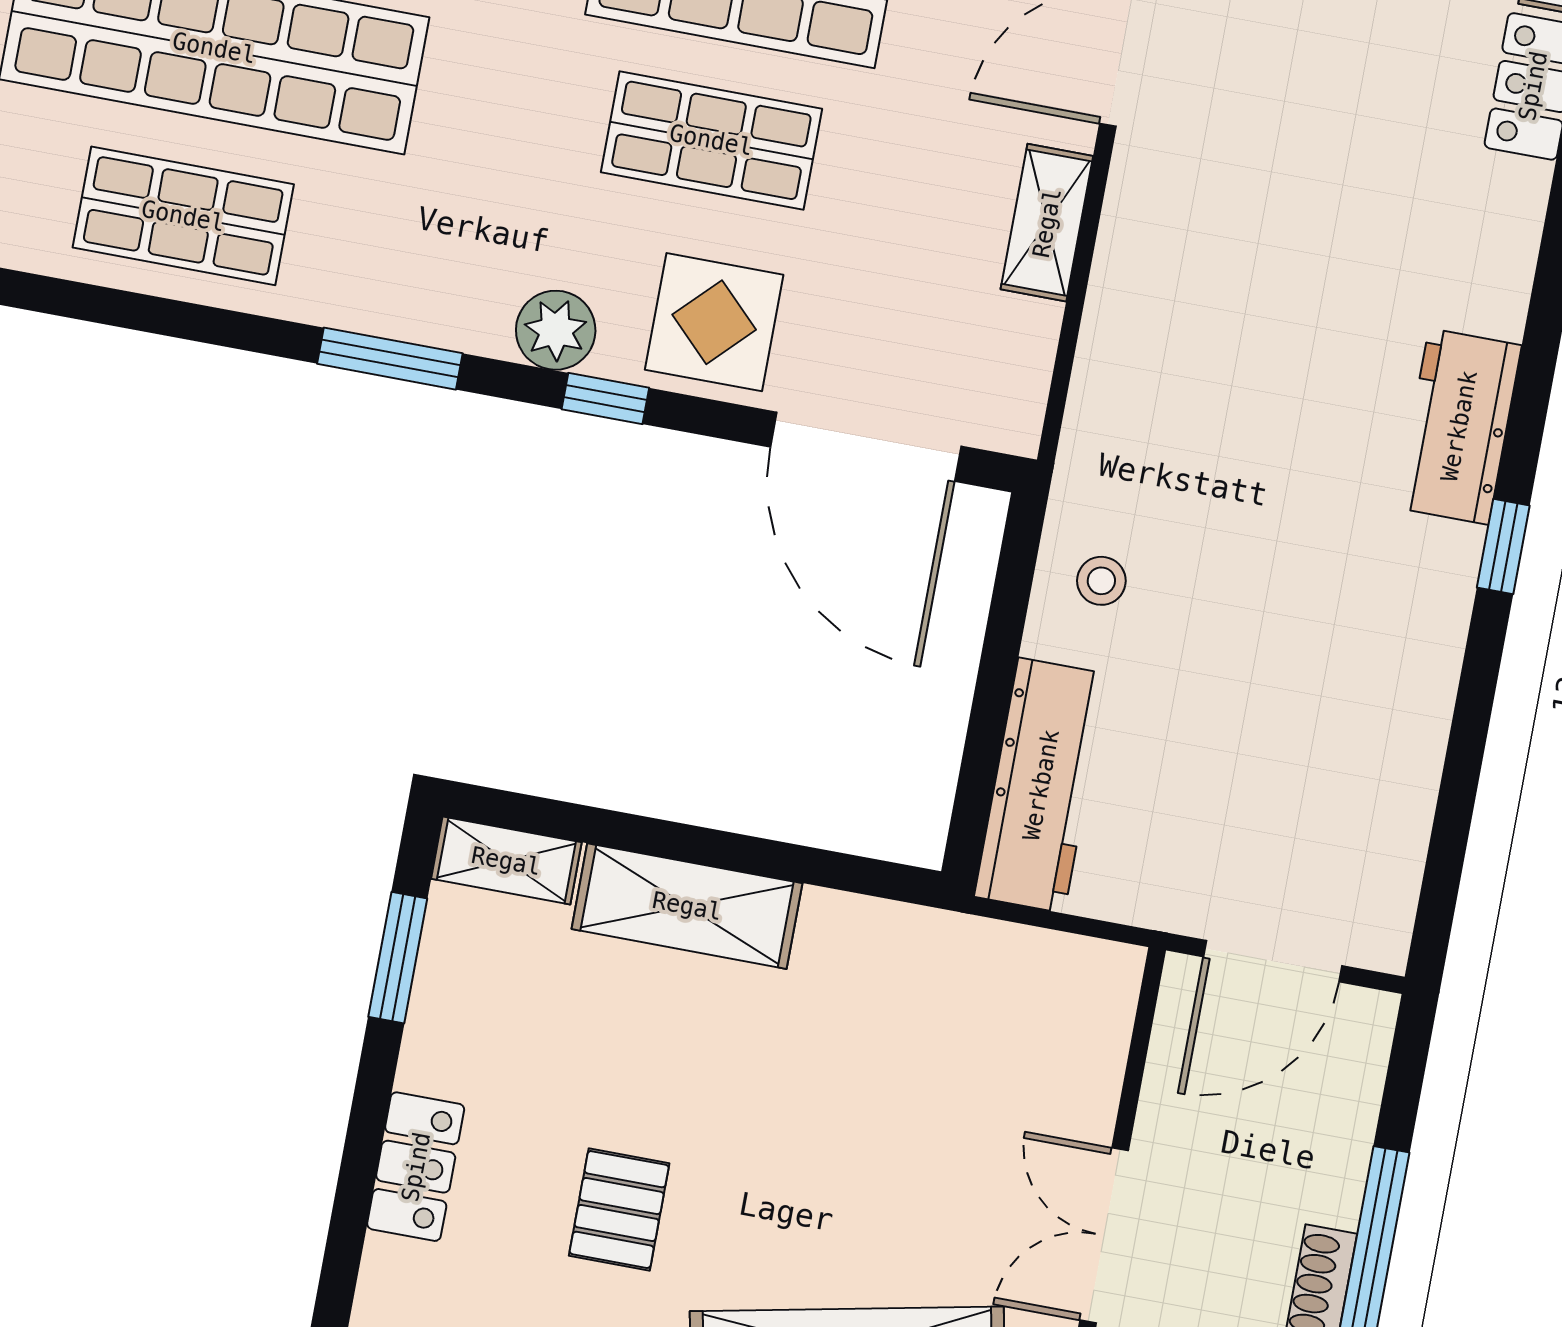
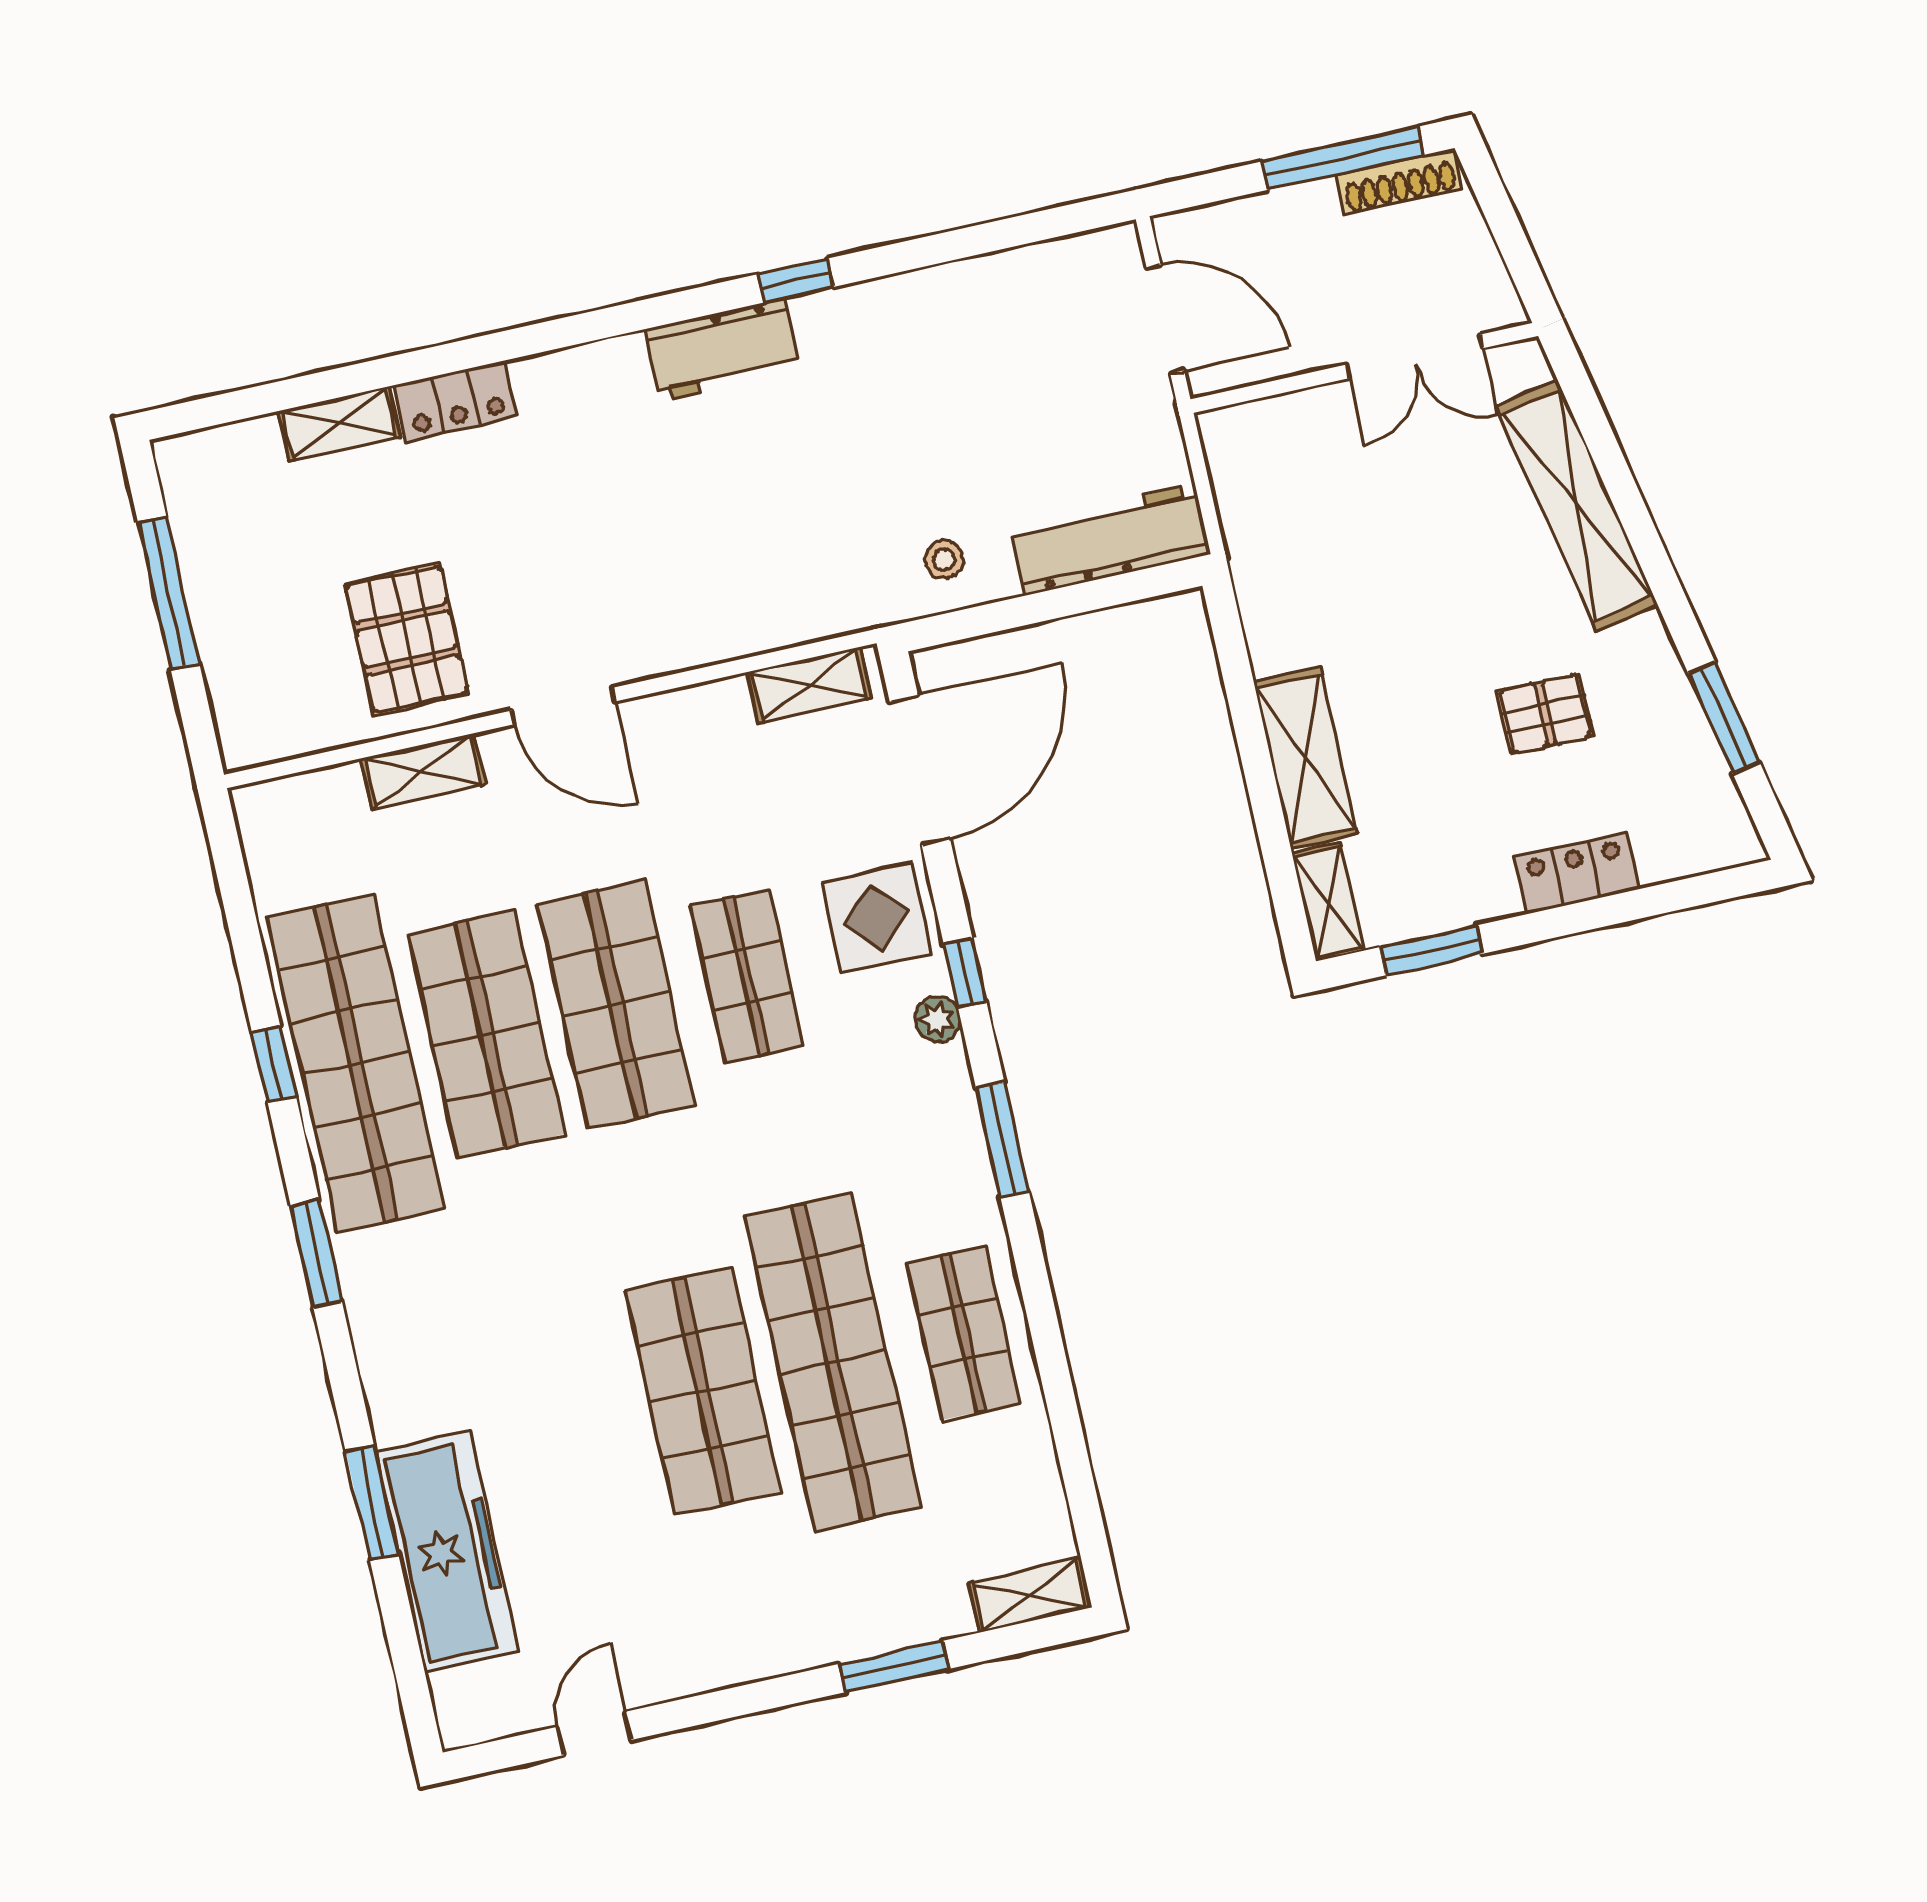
shelving: (1047, 223) -> (809, 685), moved
plant: (556, 330) -> (938, 1019), width x0.73, depth x0.73

